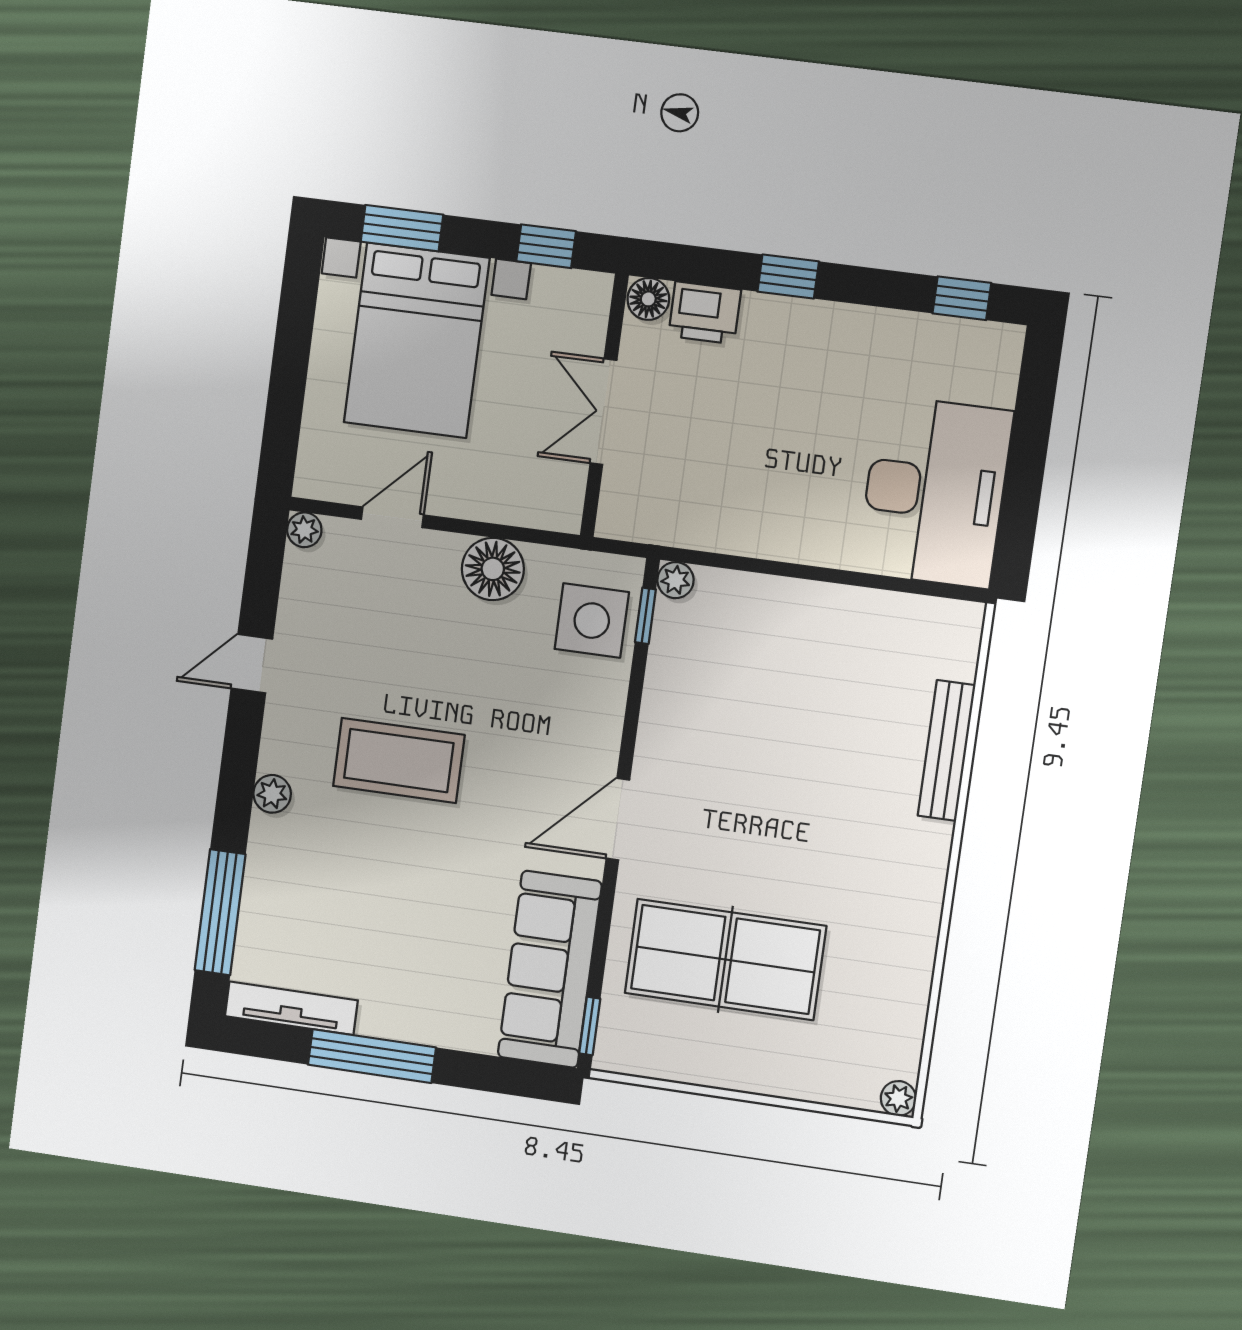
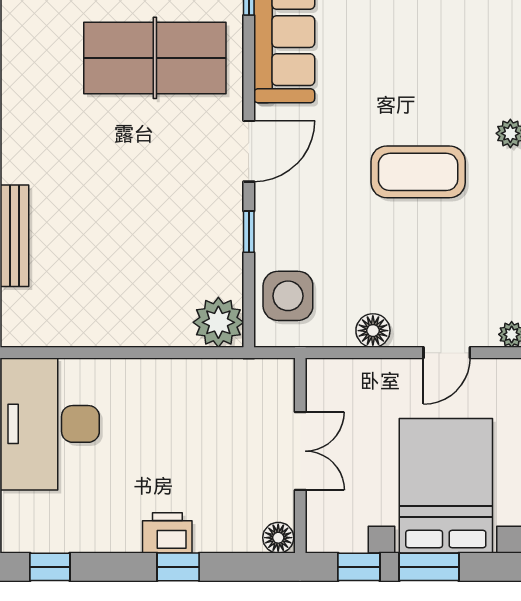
window: (402, 228) -> (429, 567), moved
printer: (705, 313) -> (167, 533), moved
floor lamp: (493, 569) -> (373, 331), width x0.73, depth x0.73
plant: (675, 580) -> (218, 322), width x1.88, depth x1.88
window: (645, 616) -> (249, 232), moved

